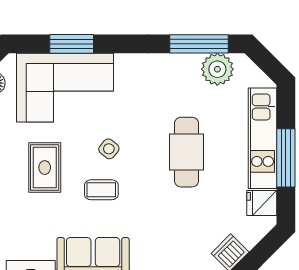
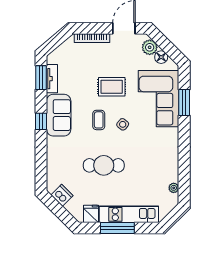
window: (199, 44) -> (184, 177), removed
plant: (217, 69) -> (174, 188), width x0.53, depth x0.53
cafe table: (187, 152) -> (104, 165), moved

